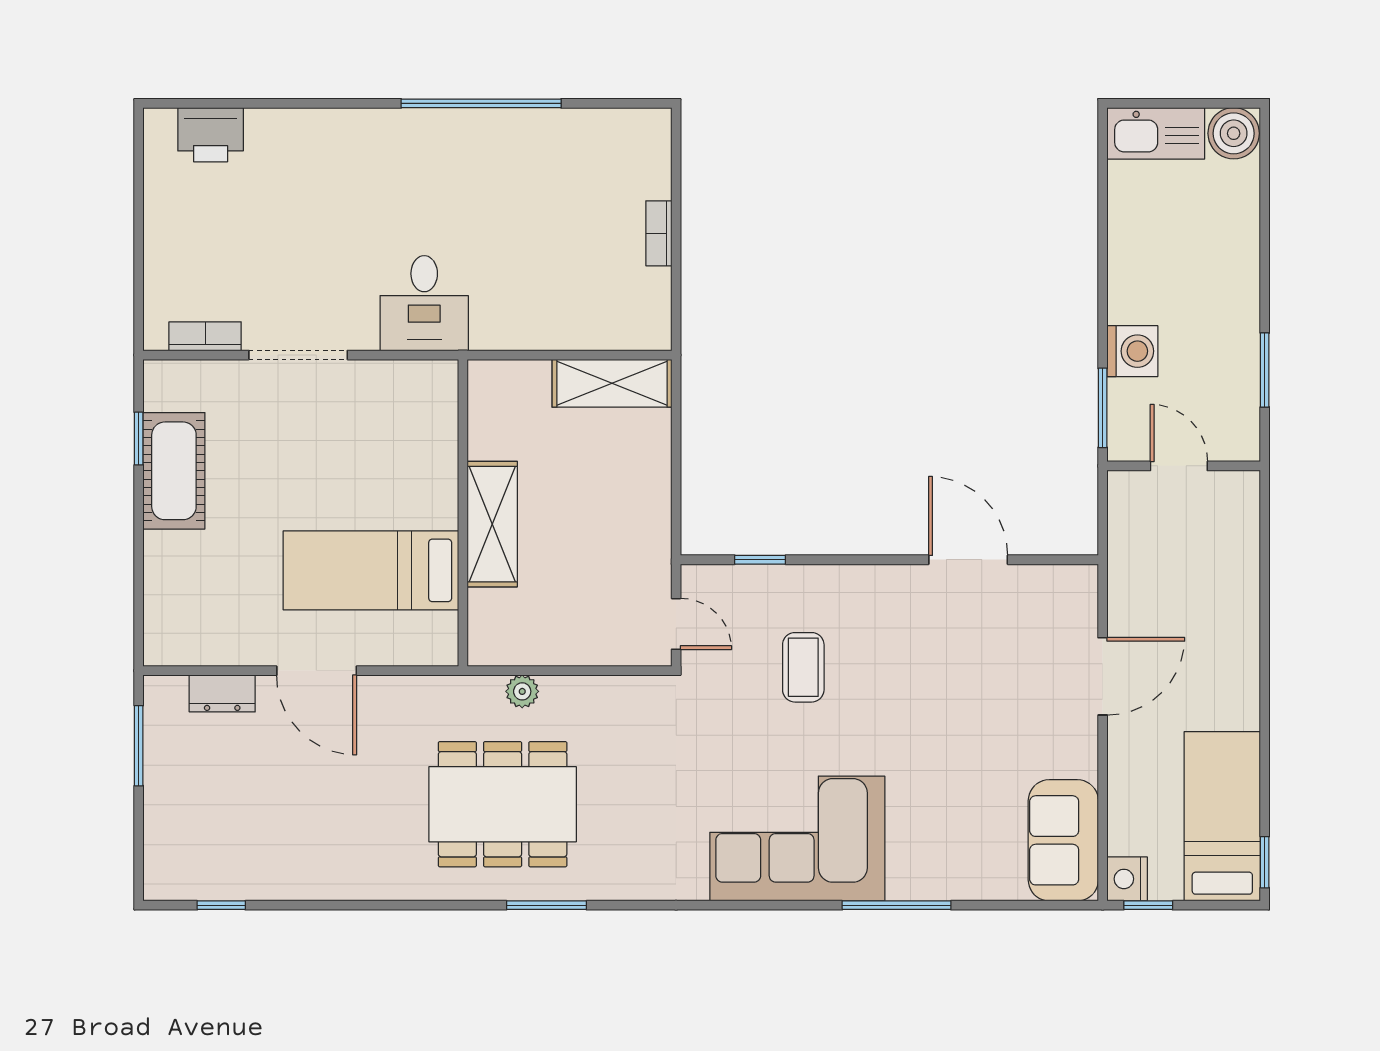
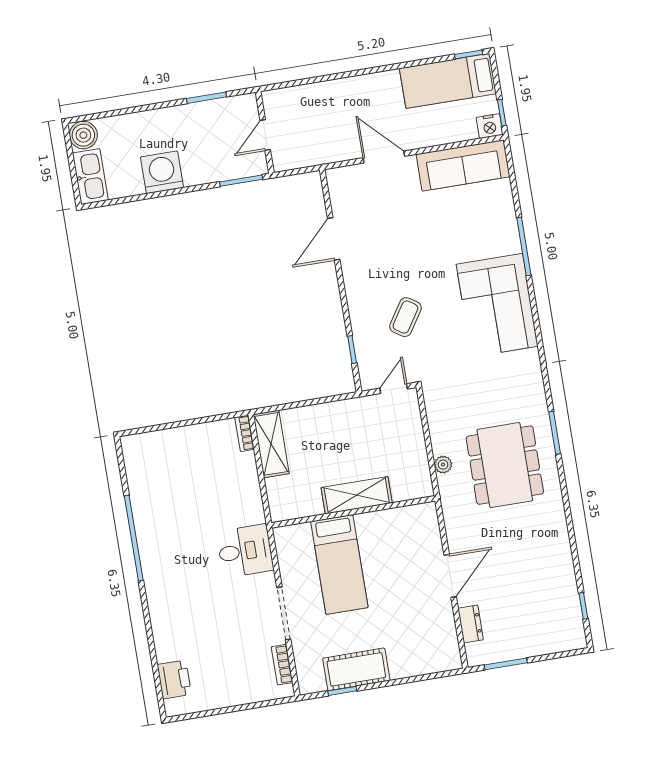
bookcase: (659, 233) -> (245, 433), moved, turned 90
washing machine: (1132, 351) -> (162, 172), moved, width x1.37, depth x1.37
bed: (371, 570) -> (339, 564), moved
coffee table: (803, 667) -> (405, 317), turned -57
sofa: (1063, 840) -> (463, 165), width x1.36

